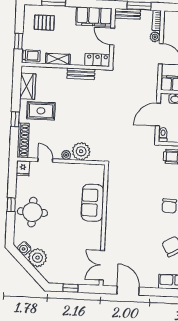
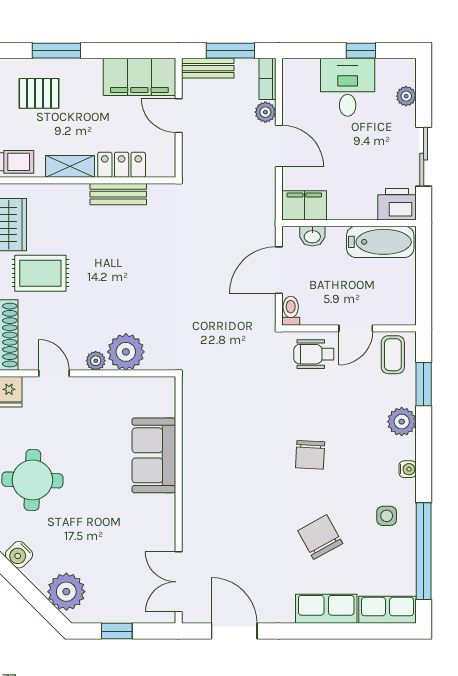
locker: (97, 60) -> (122, 165), moved
plant: (37, 258) -> (66, 592), moved

